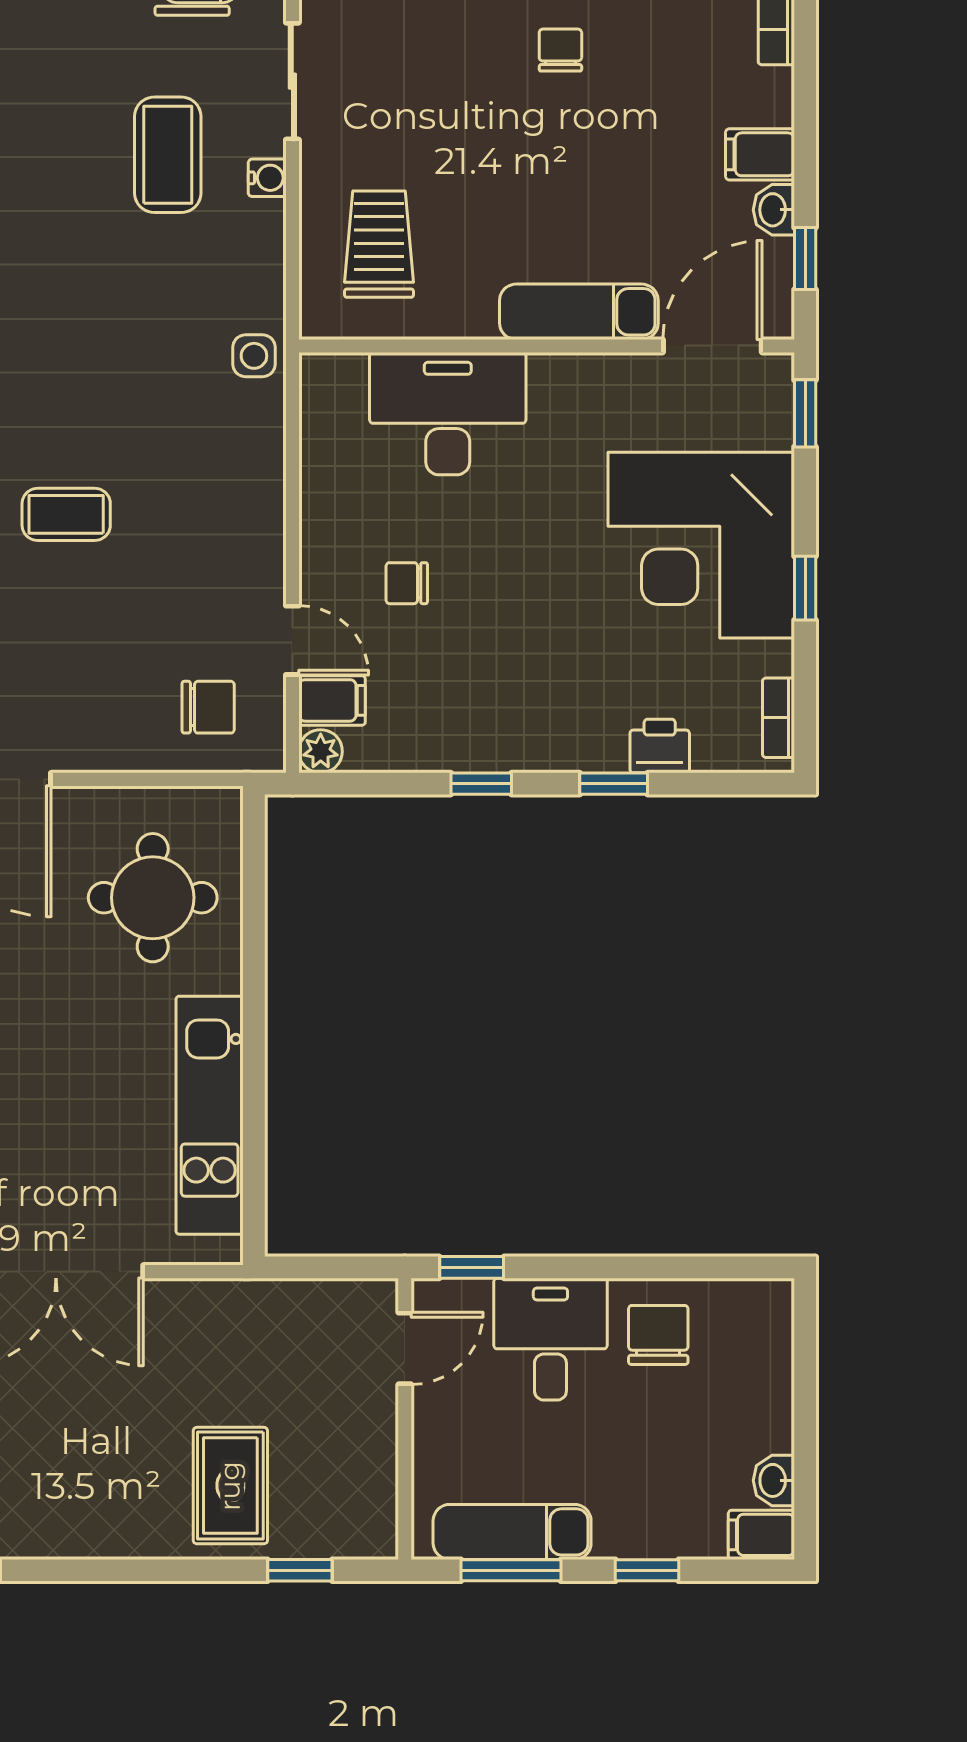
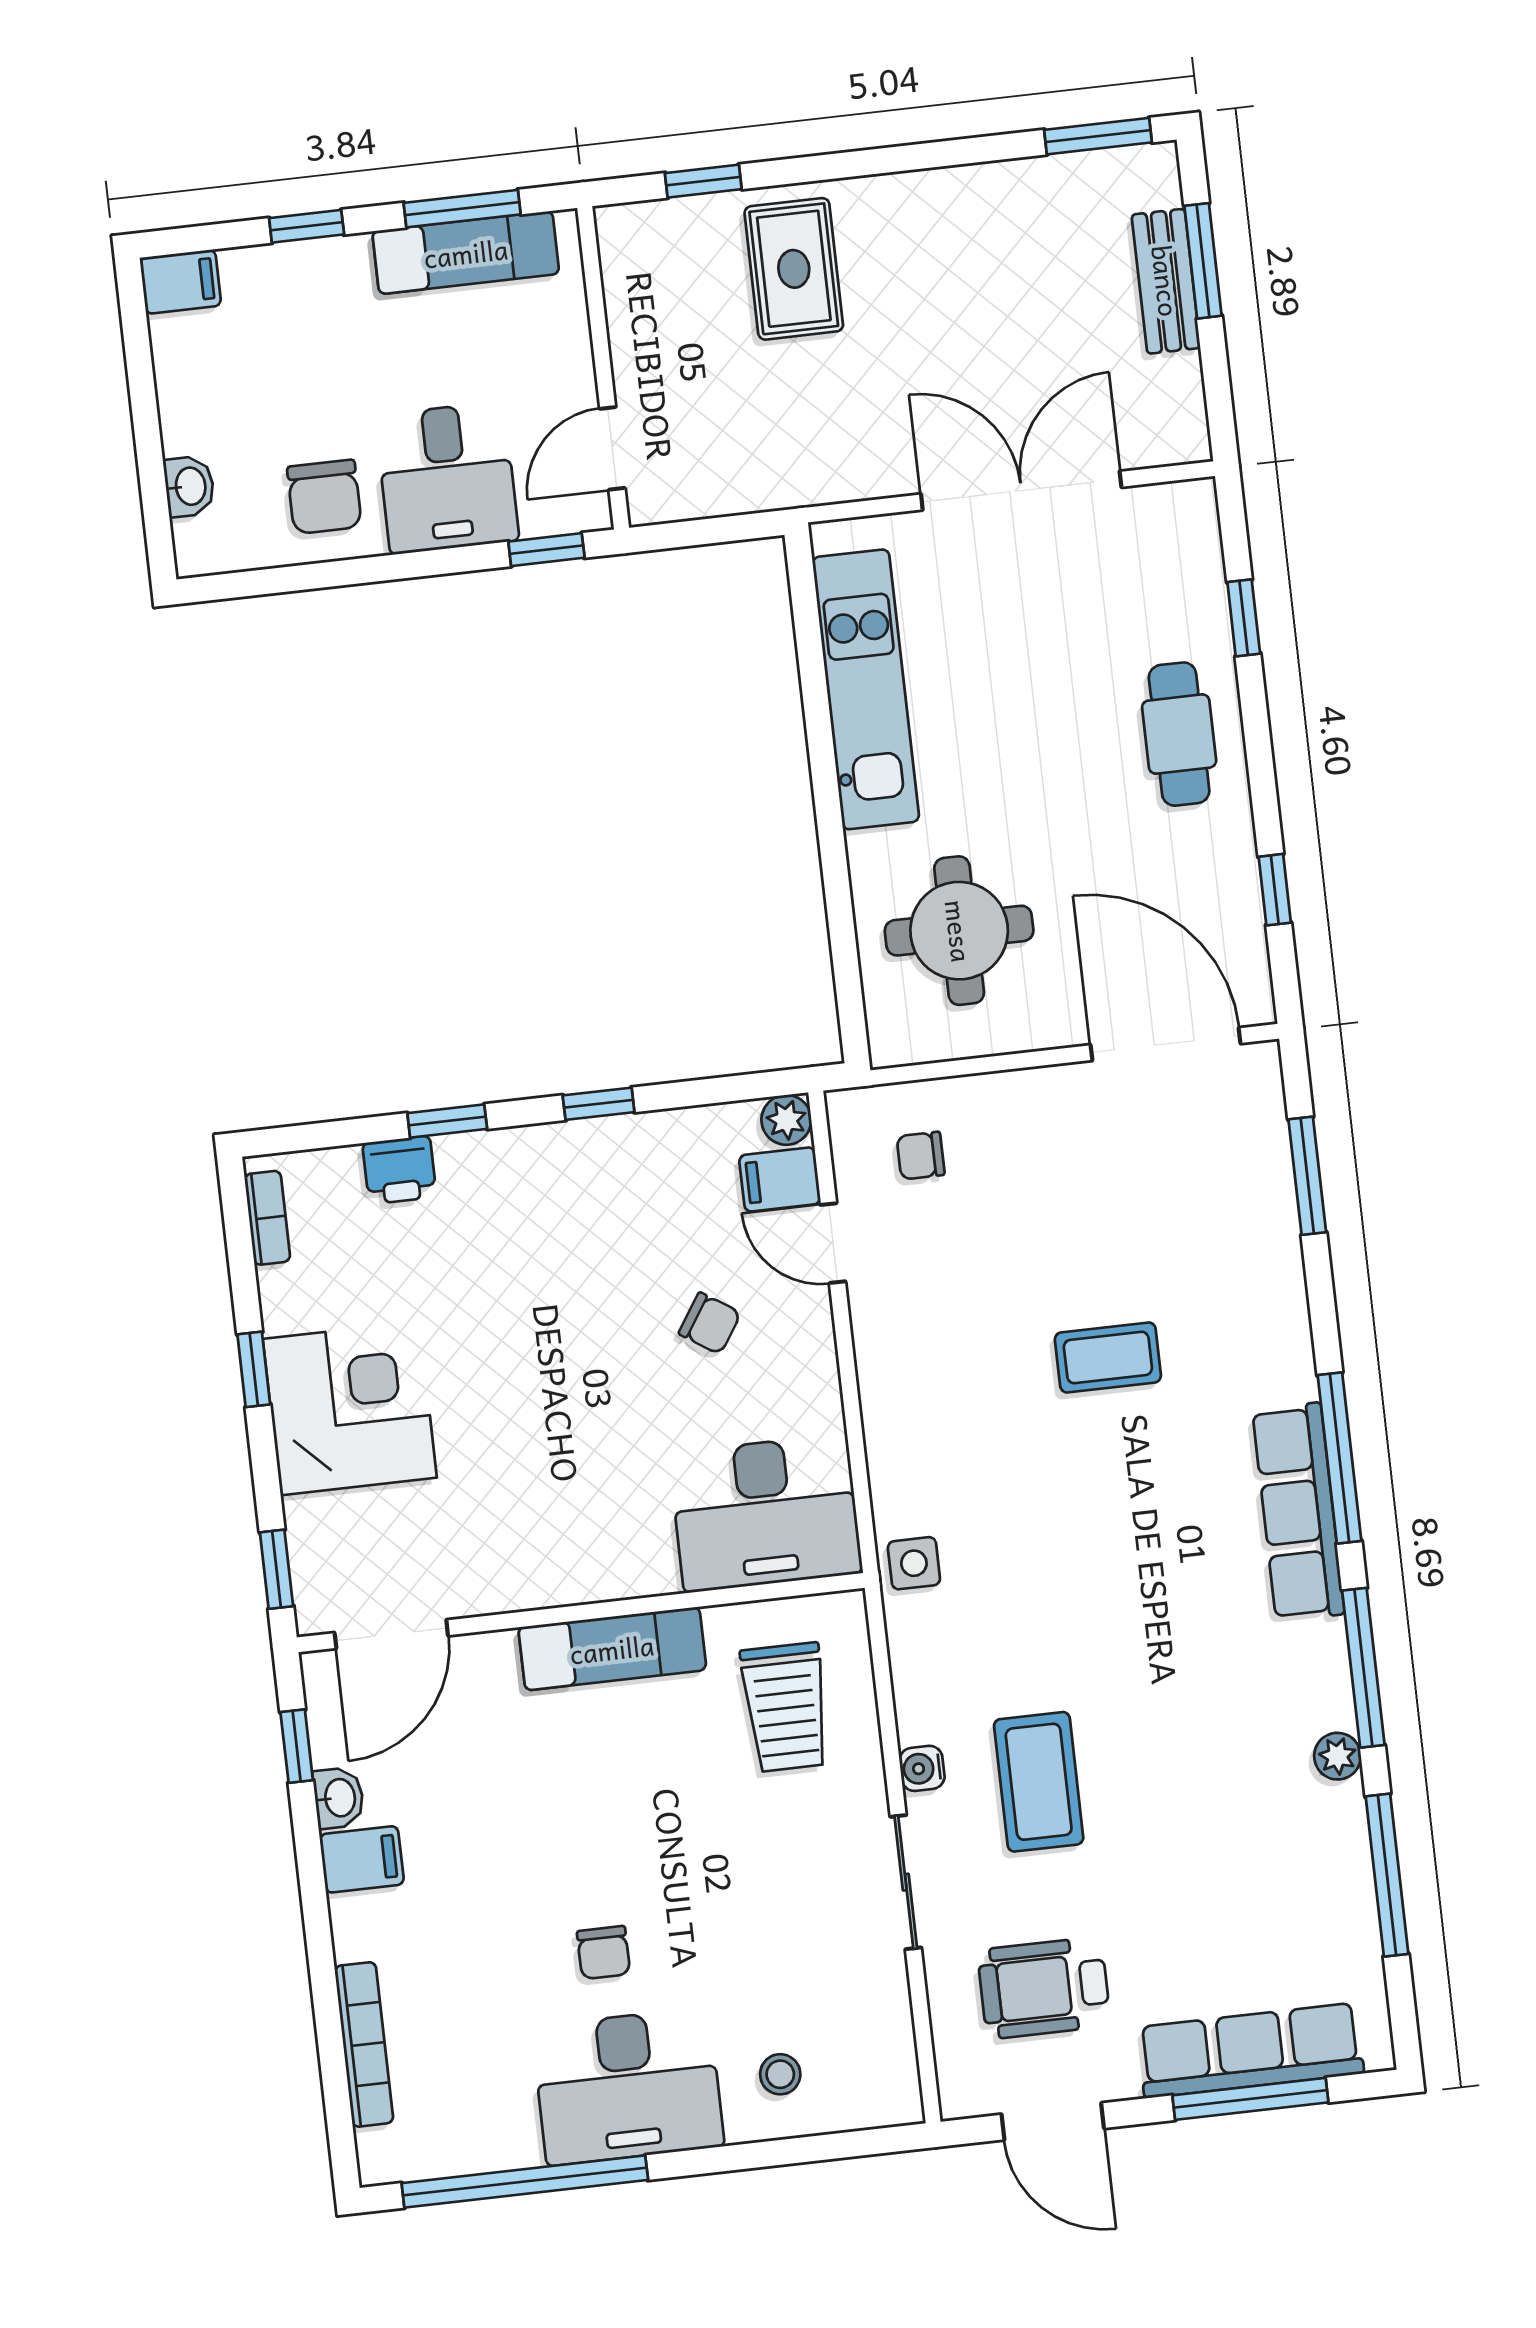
exam couch: (579, 312) -> (612, 1649), moved
desk: (448, 414) -> (765, 1513), moved
corner desk: (701, 545) -> (350, 1408), width x0.74, depth x0.74
chair: (407, 583) -> (710, 1323), turned 33
chair: (208, 707) -> (921, 1156), width x0.73, depth x0.73
washbasin: (774, 1480) -> (189, 486), moved

